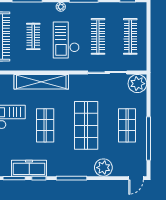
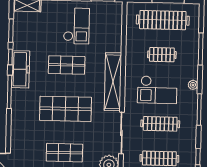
checkout: (66, 40) -> (157, 90), turned 180
shelving: (41, 82) -> (113, 82), moved
freezer: (29, 168) -> (21, 69), moved
plant: (103, 168) -> (20, 126), removed

